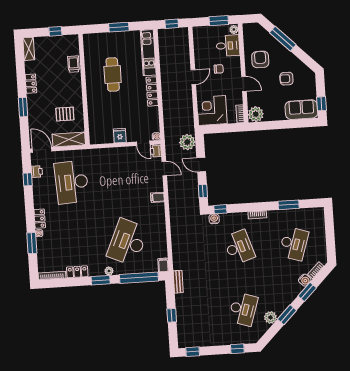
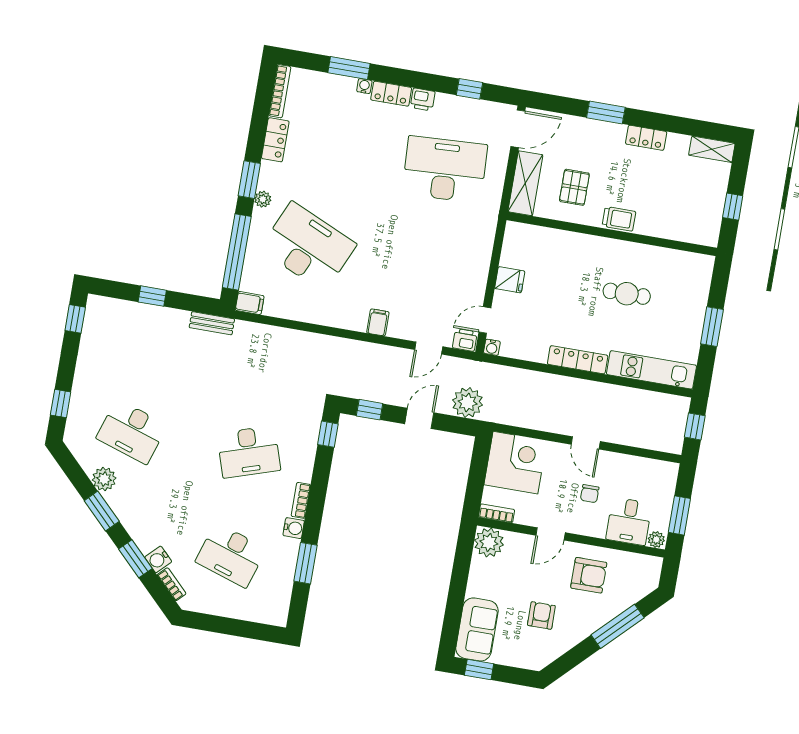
trolley: (74, 64) -> (619, 219), moved
cafe table: (113, 75) -> (627, 294), width x0.73, depth x0.74
printer: (37, 172) -> (423, 99), moved
water cooler: (214, 219) -> (294, 528), moved

